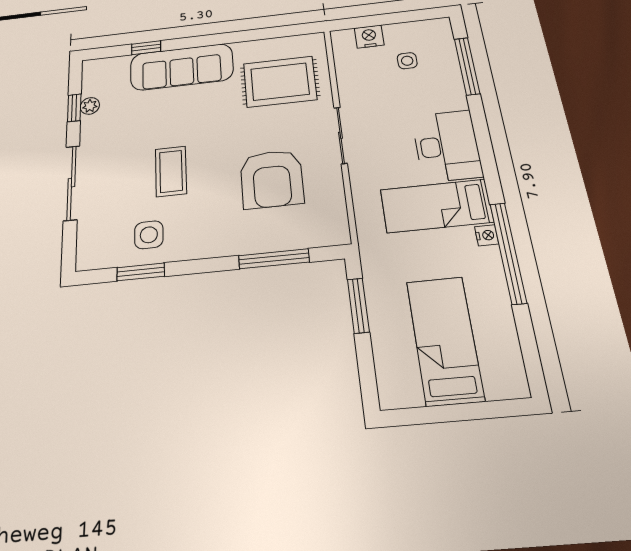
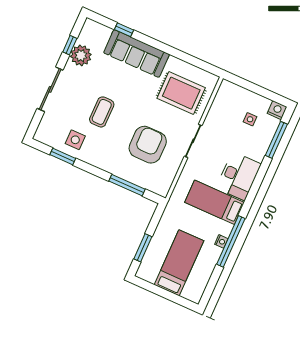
nightstand: (369, 37) -> (277, 110), moved
plant: (90, 106) -> (81, 55), width x1.88, depth x1.88
armchair: (272, 179) -> (148, 145), turned 180
nightstand: (487, 235) -> (221, 241), moved
window: (358, 306) -> (143, 248), moved

